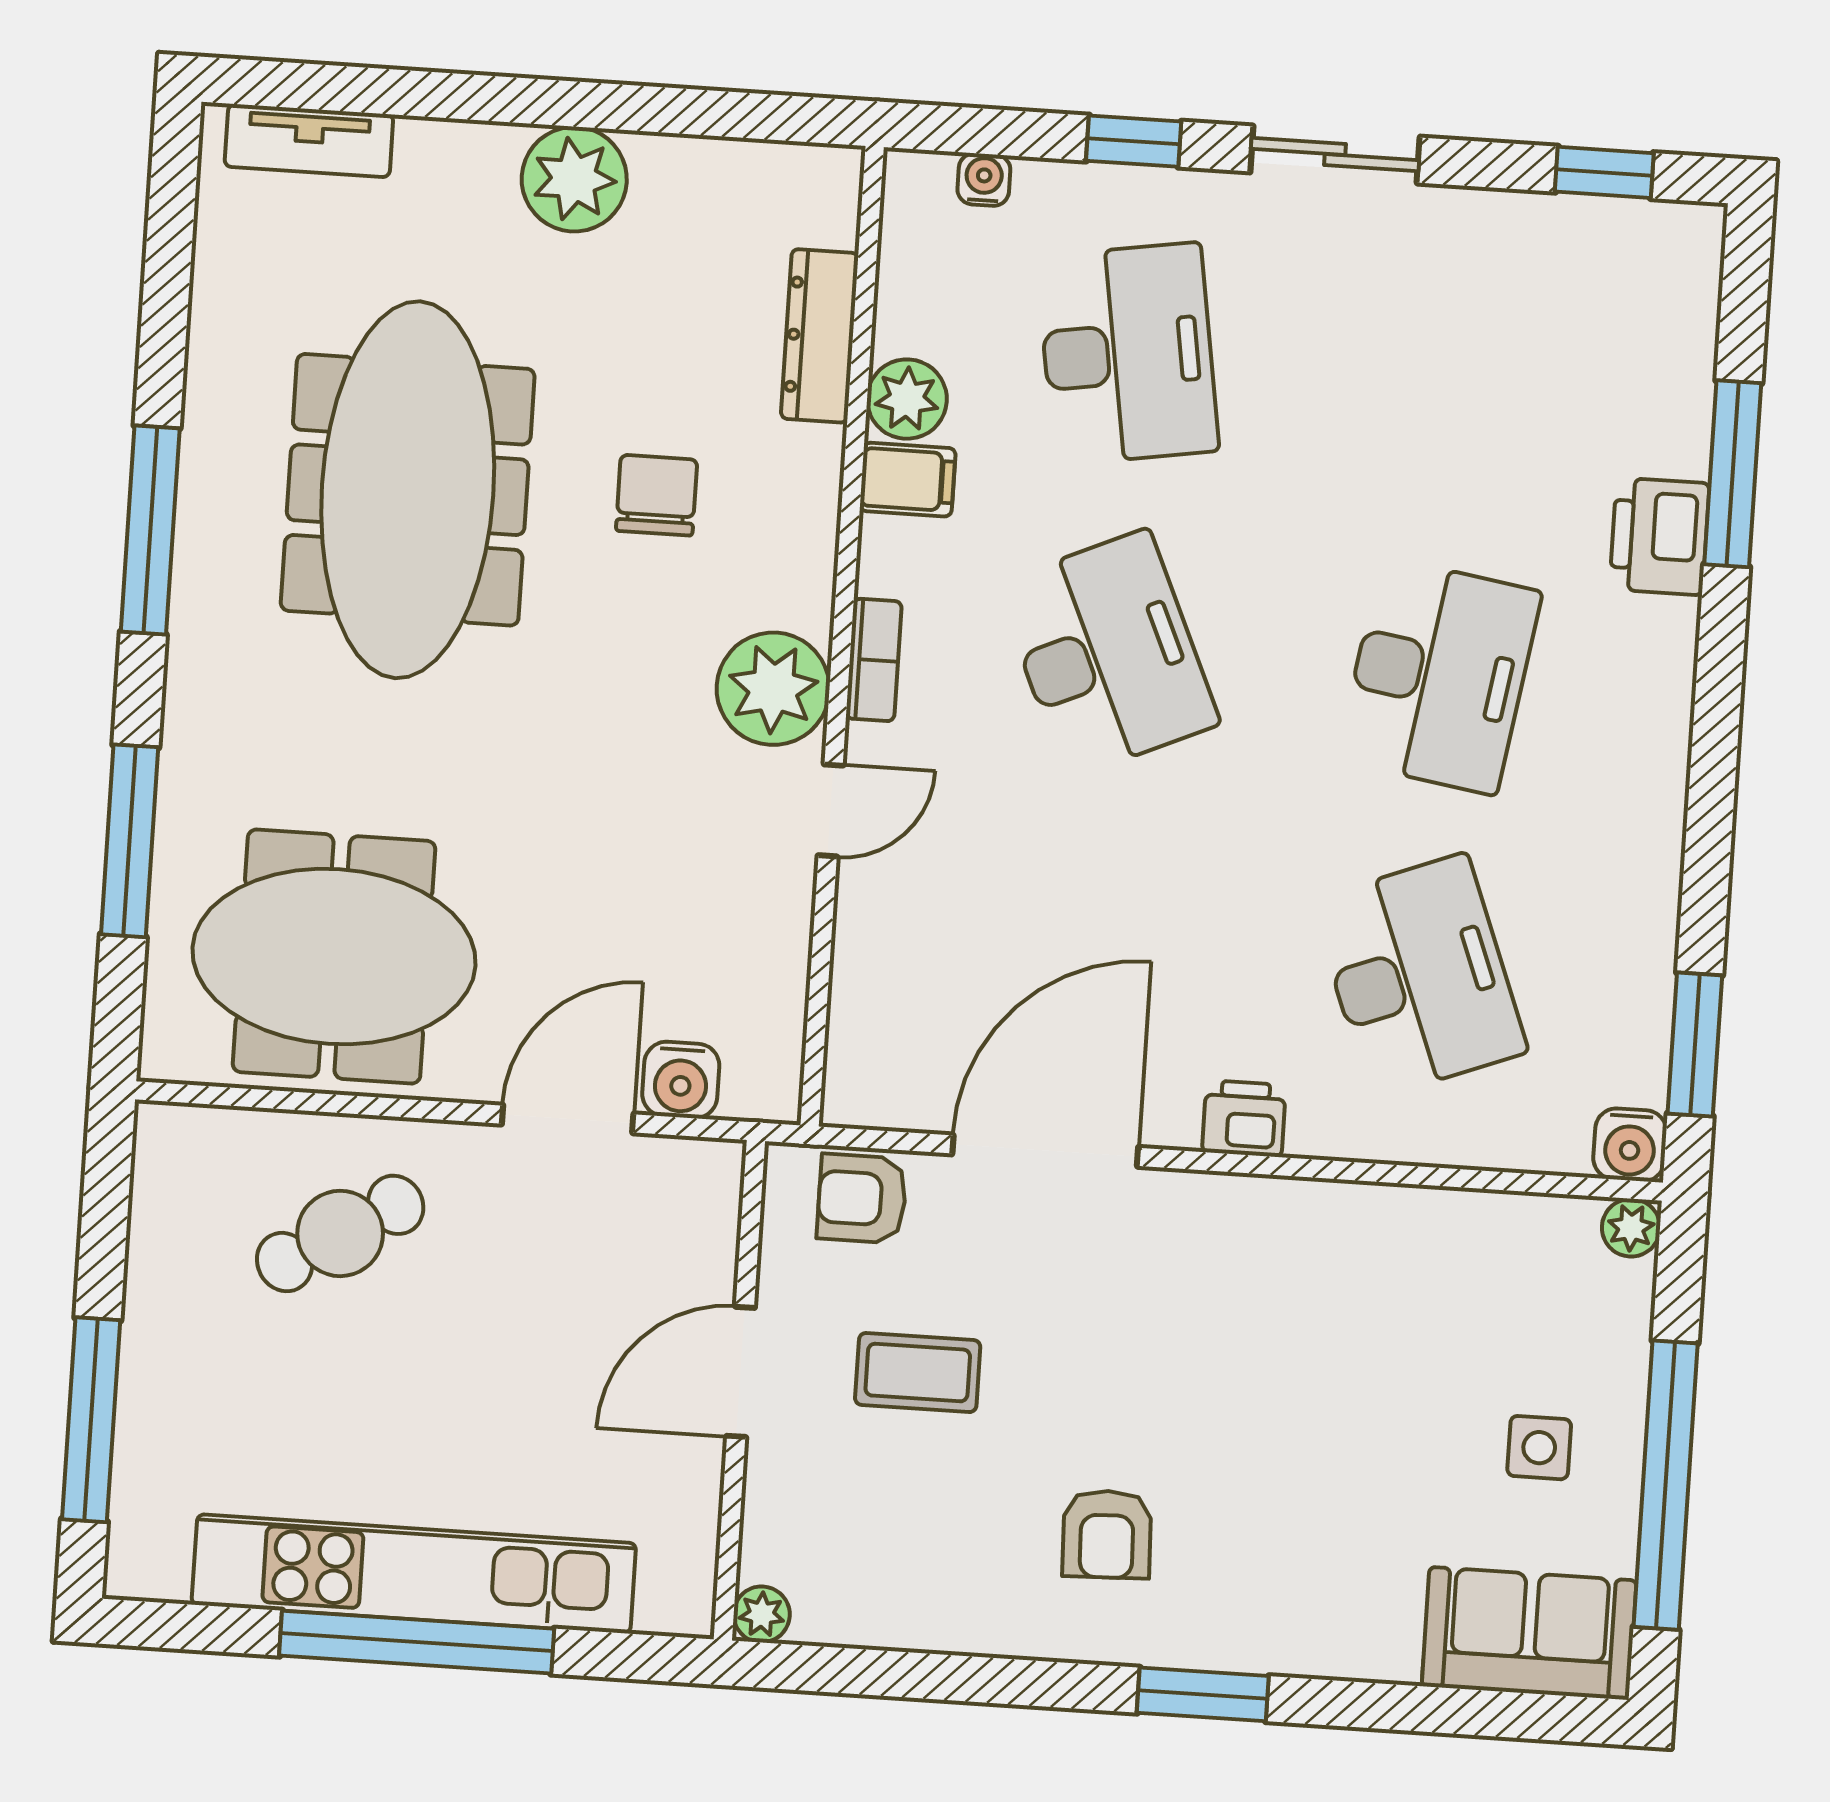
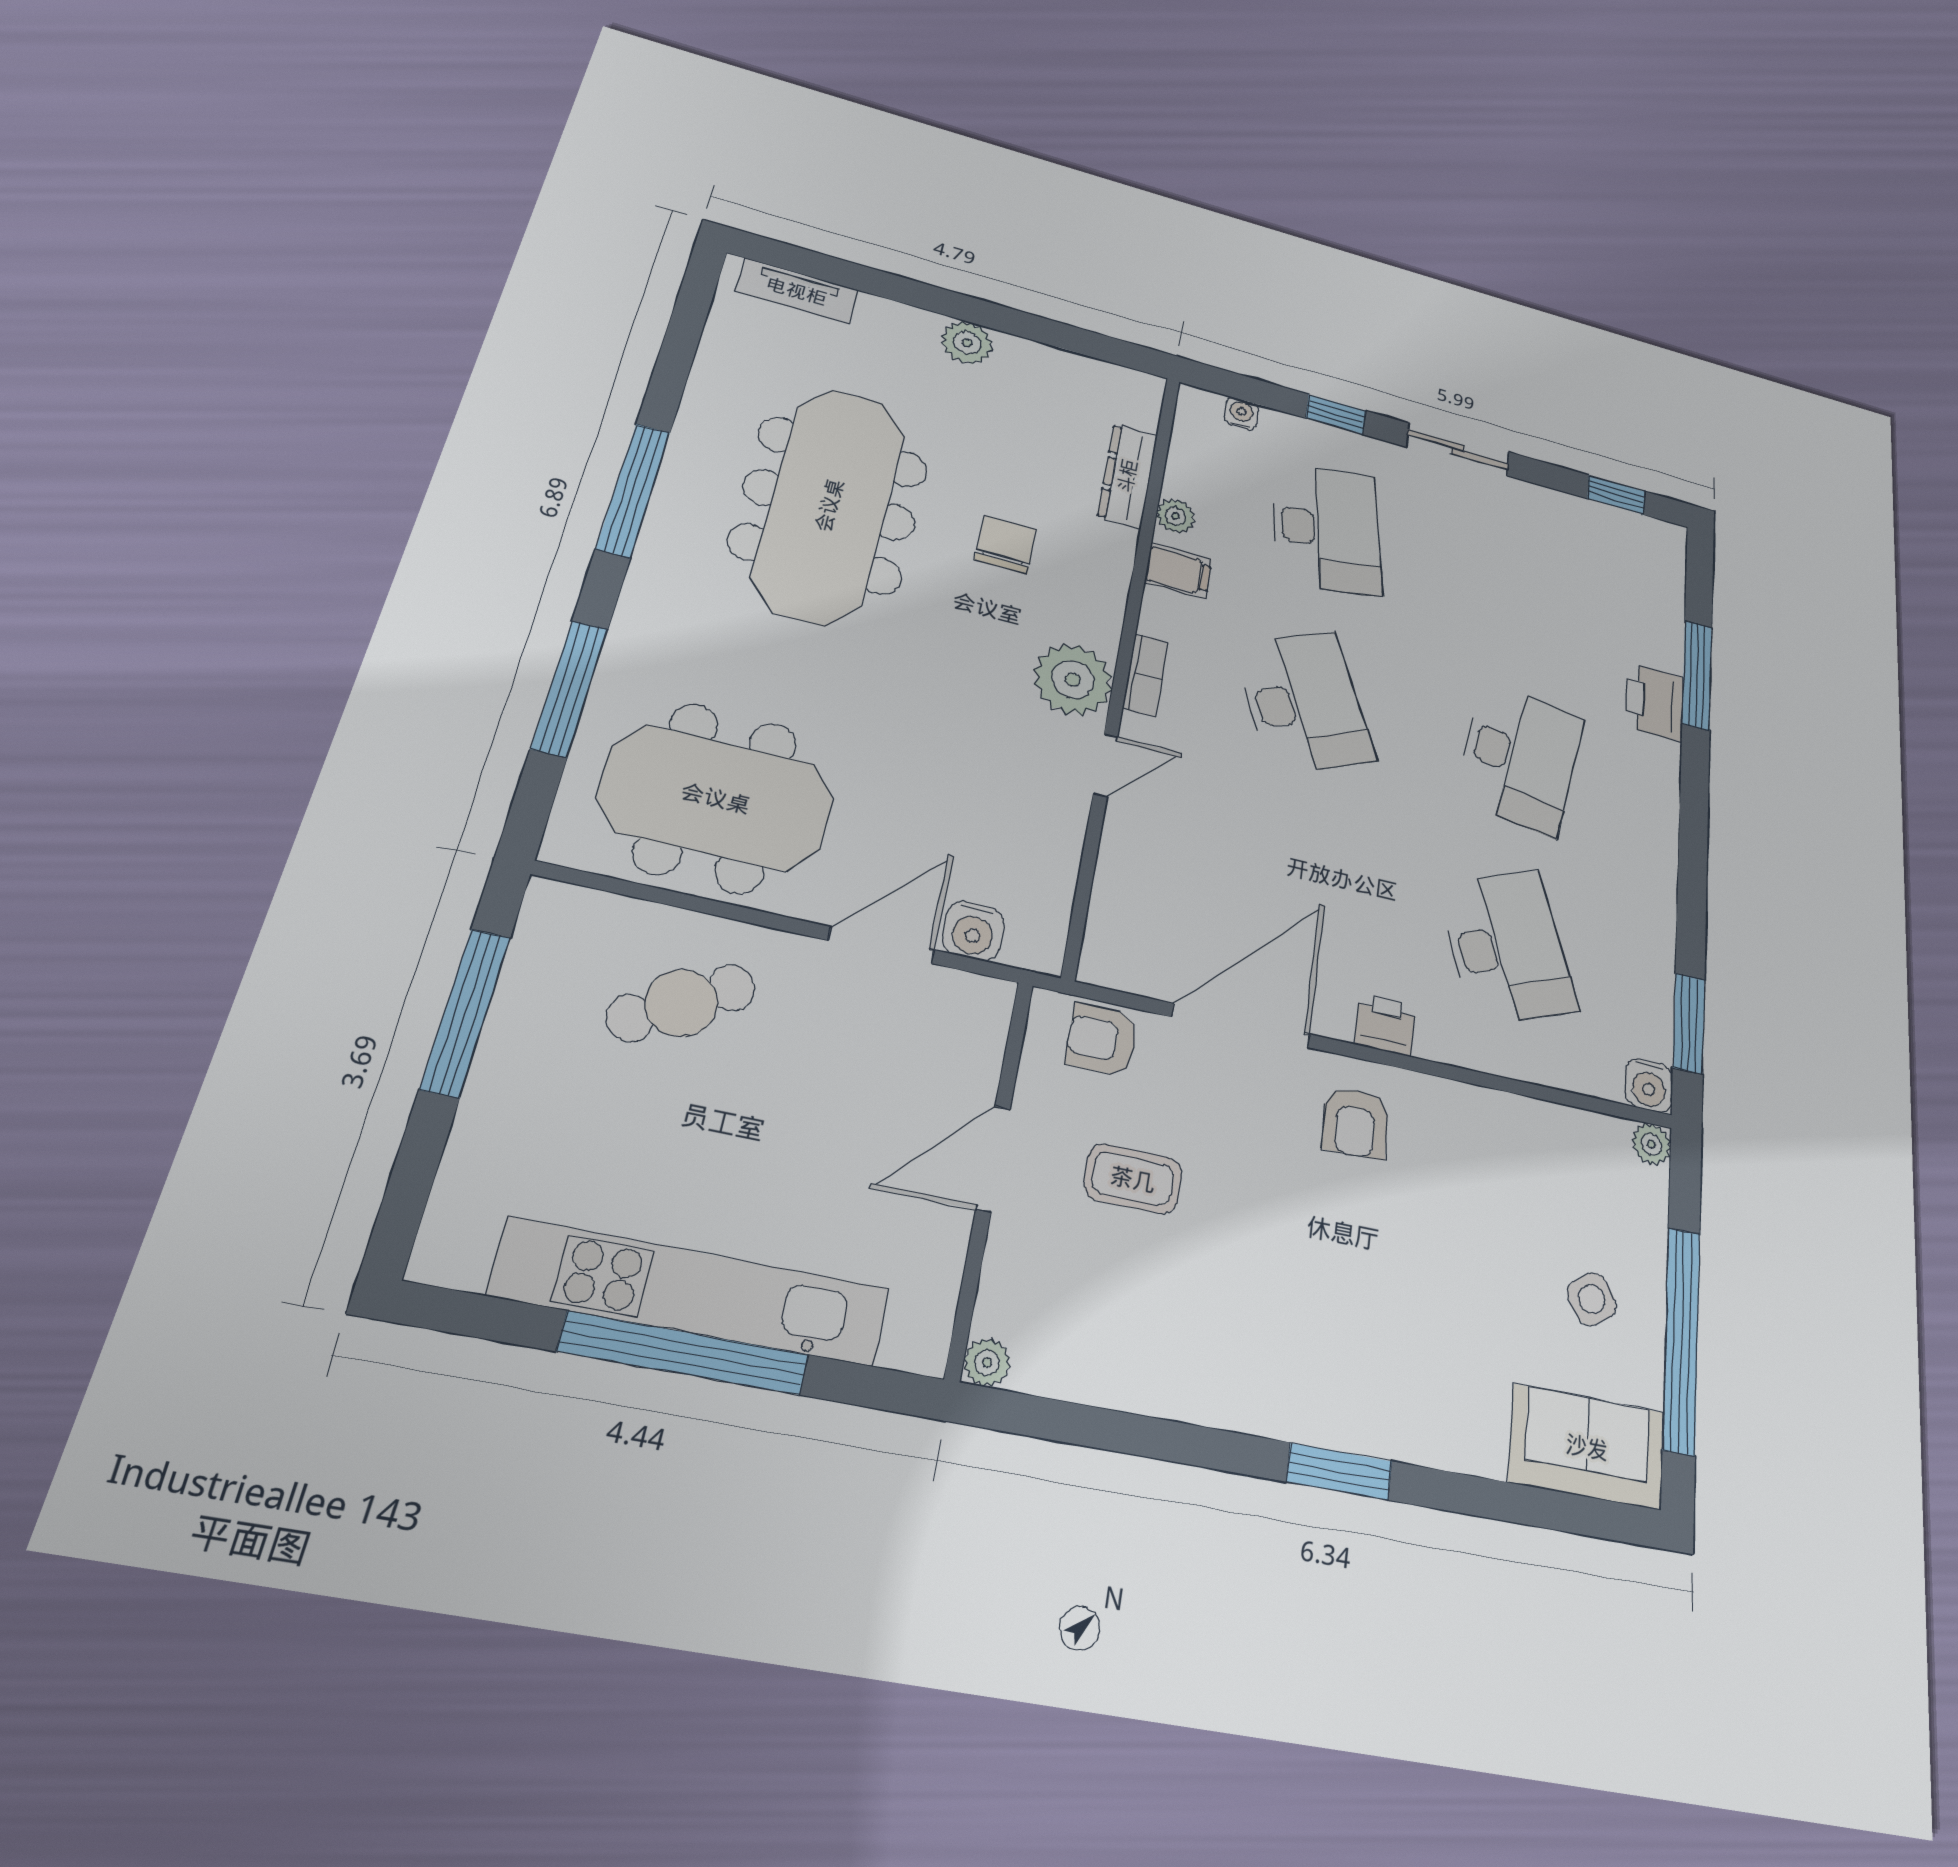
plant: (574, 179) -> (967, 343), width x0.73, depth x0.73
plant: (907, 399) -> (1176, 516), width x0.73, depth x0.73
window: (91, 1420) -> (465, 1012), moved
side table: (1539, 1448) -> (1592, 1299), turned -34
armchair: (1107, 1534) -> (1355, 1123), moved

